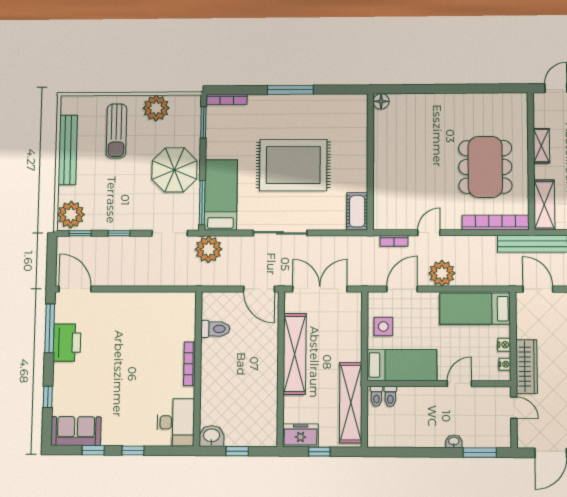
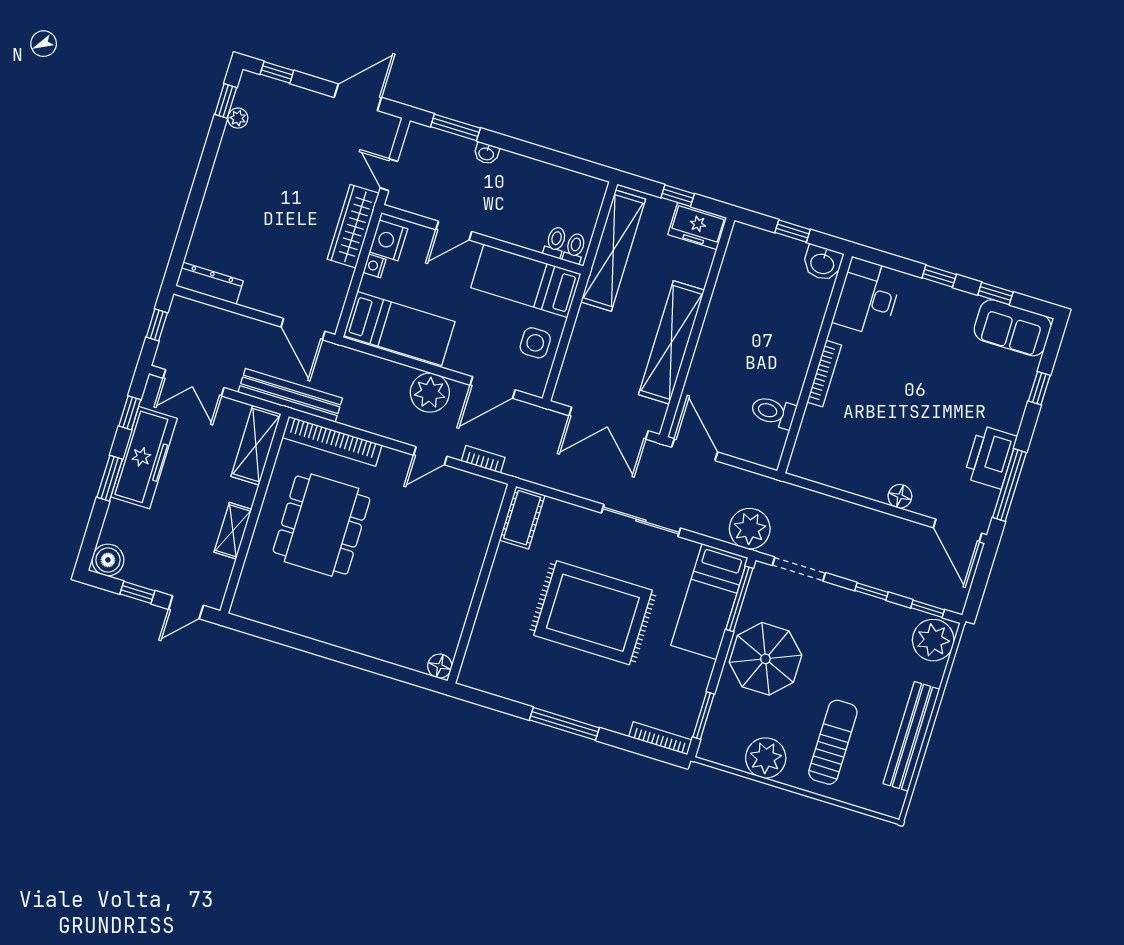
floor lamp: (118, 300) -> (900, 496), added
nightstand: (505, 364) -> (388, 240), width x1.89, depth x1.79

